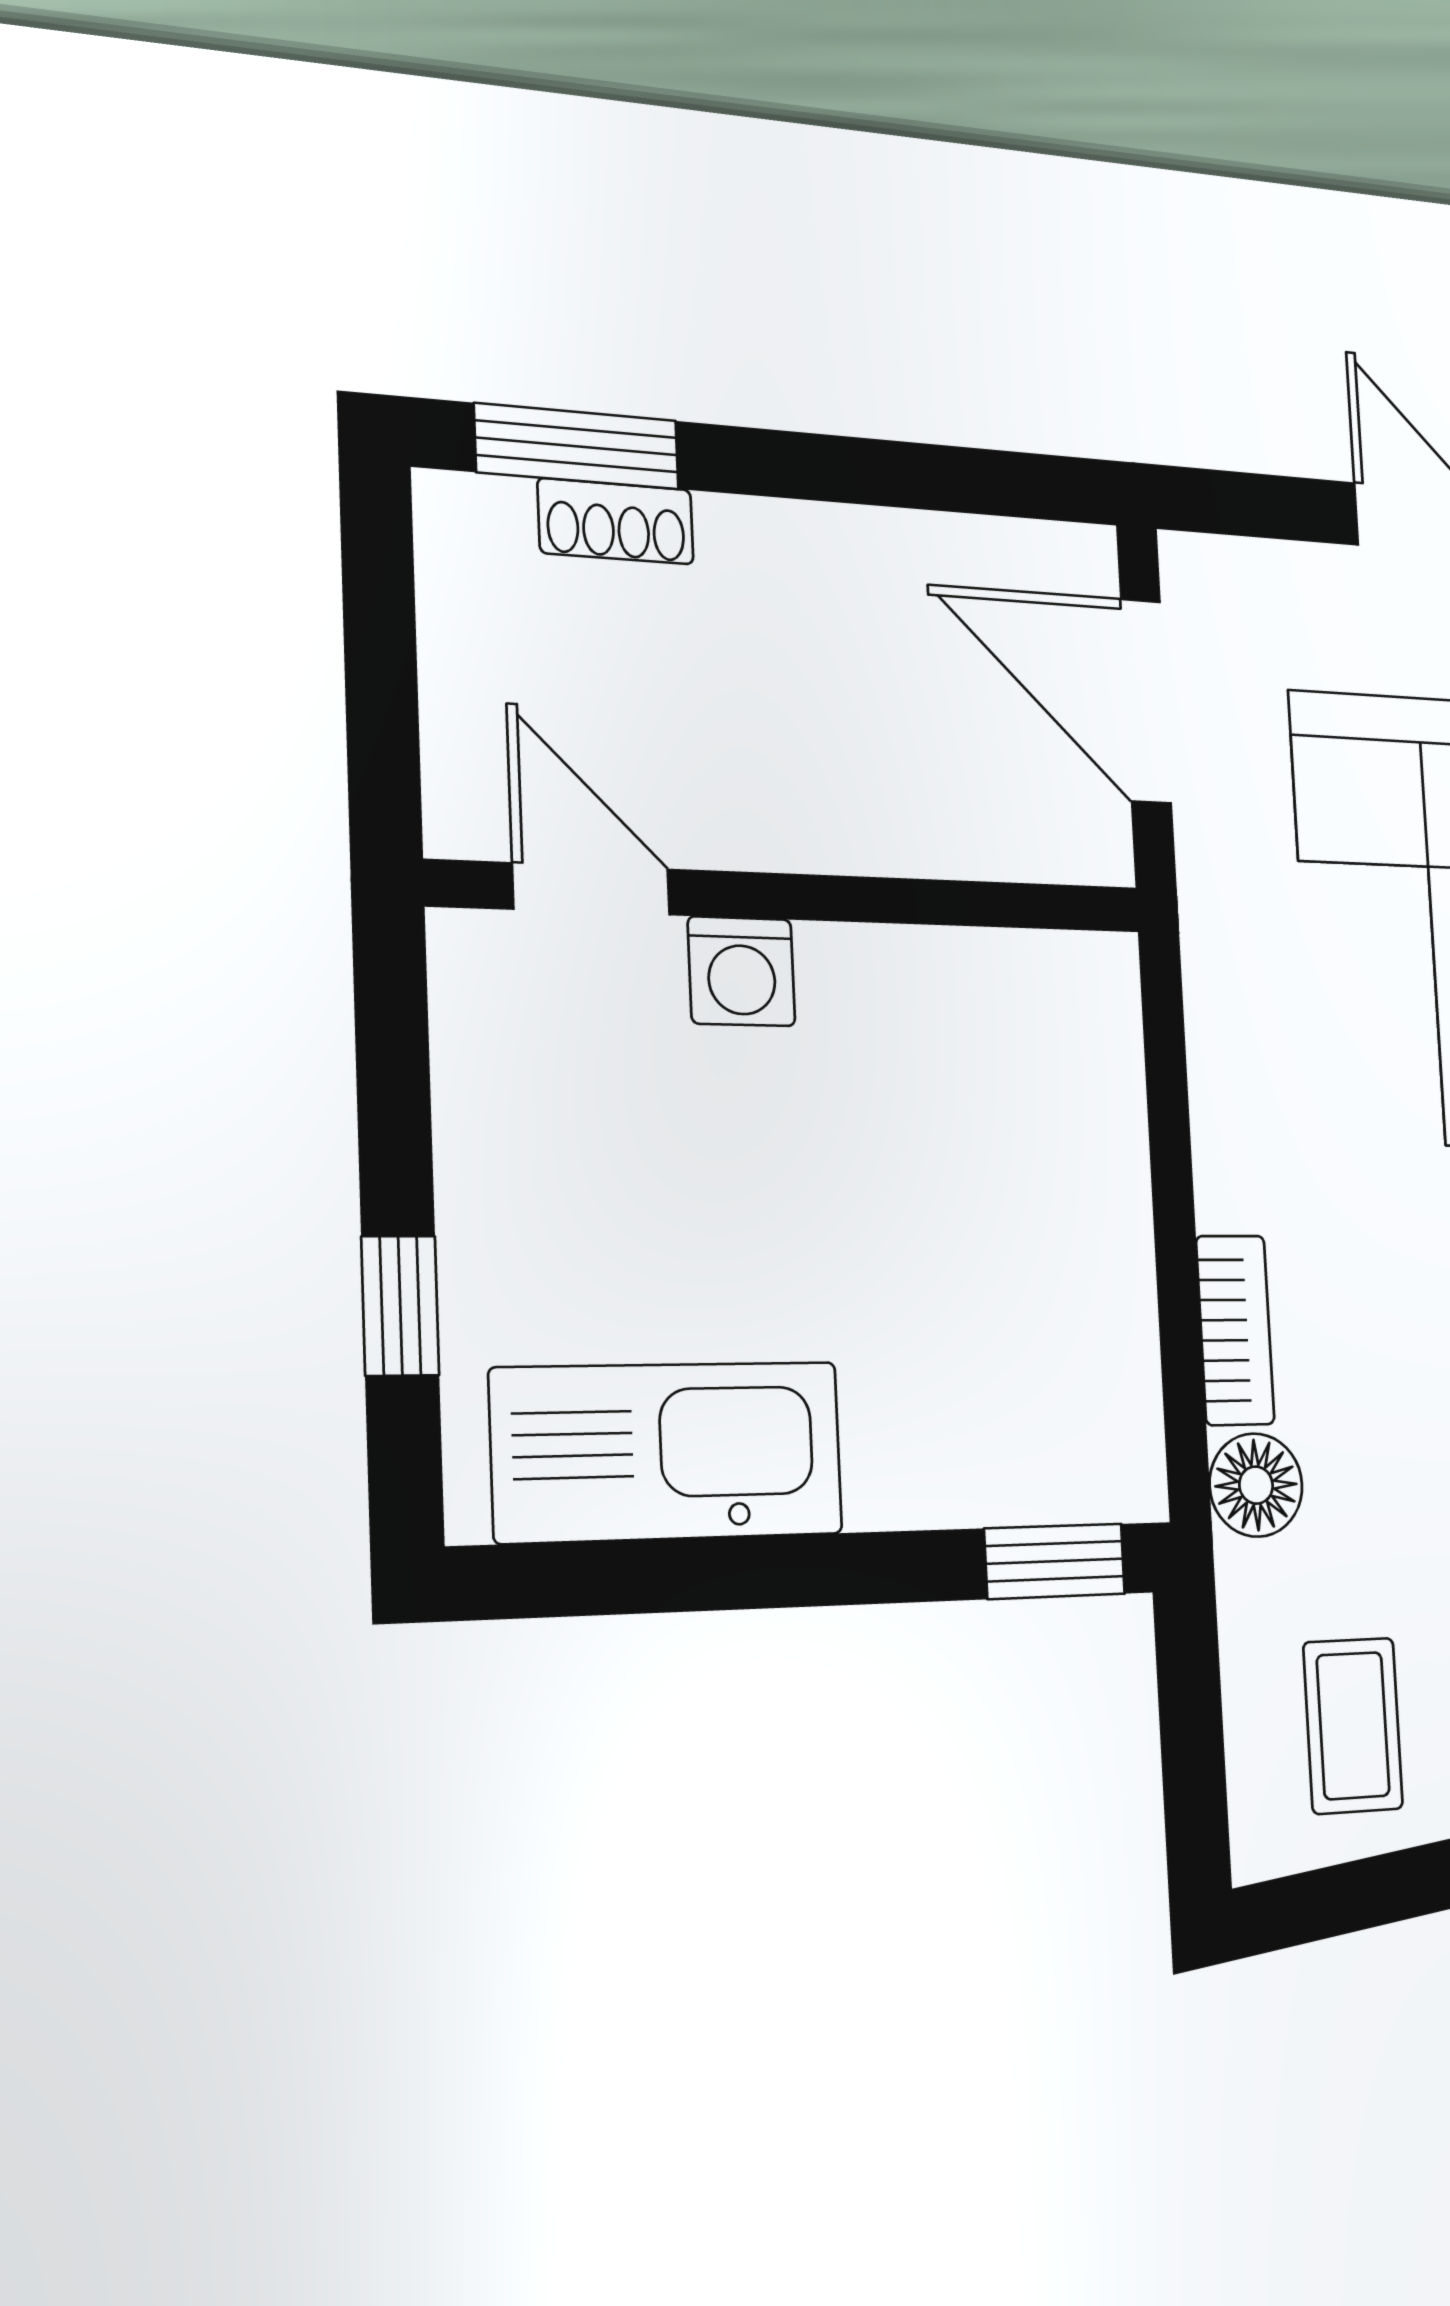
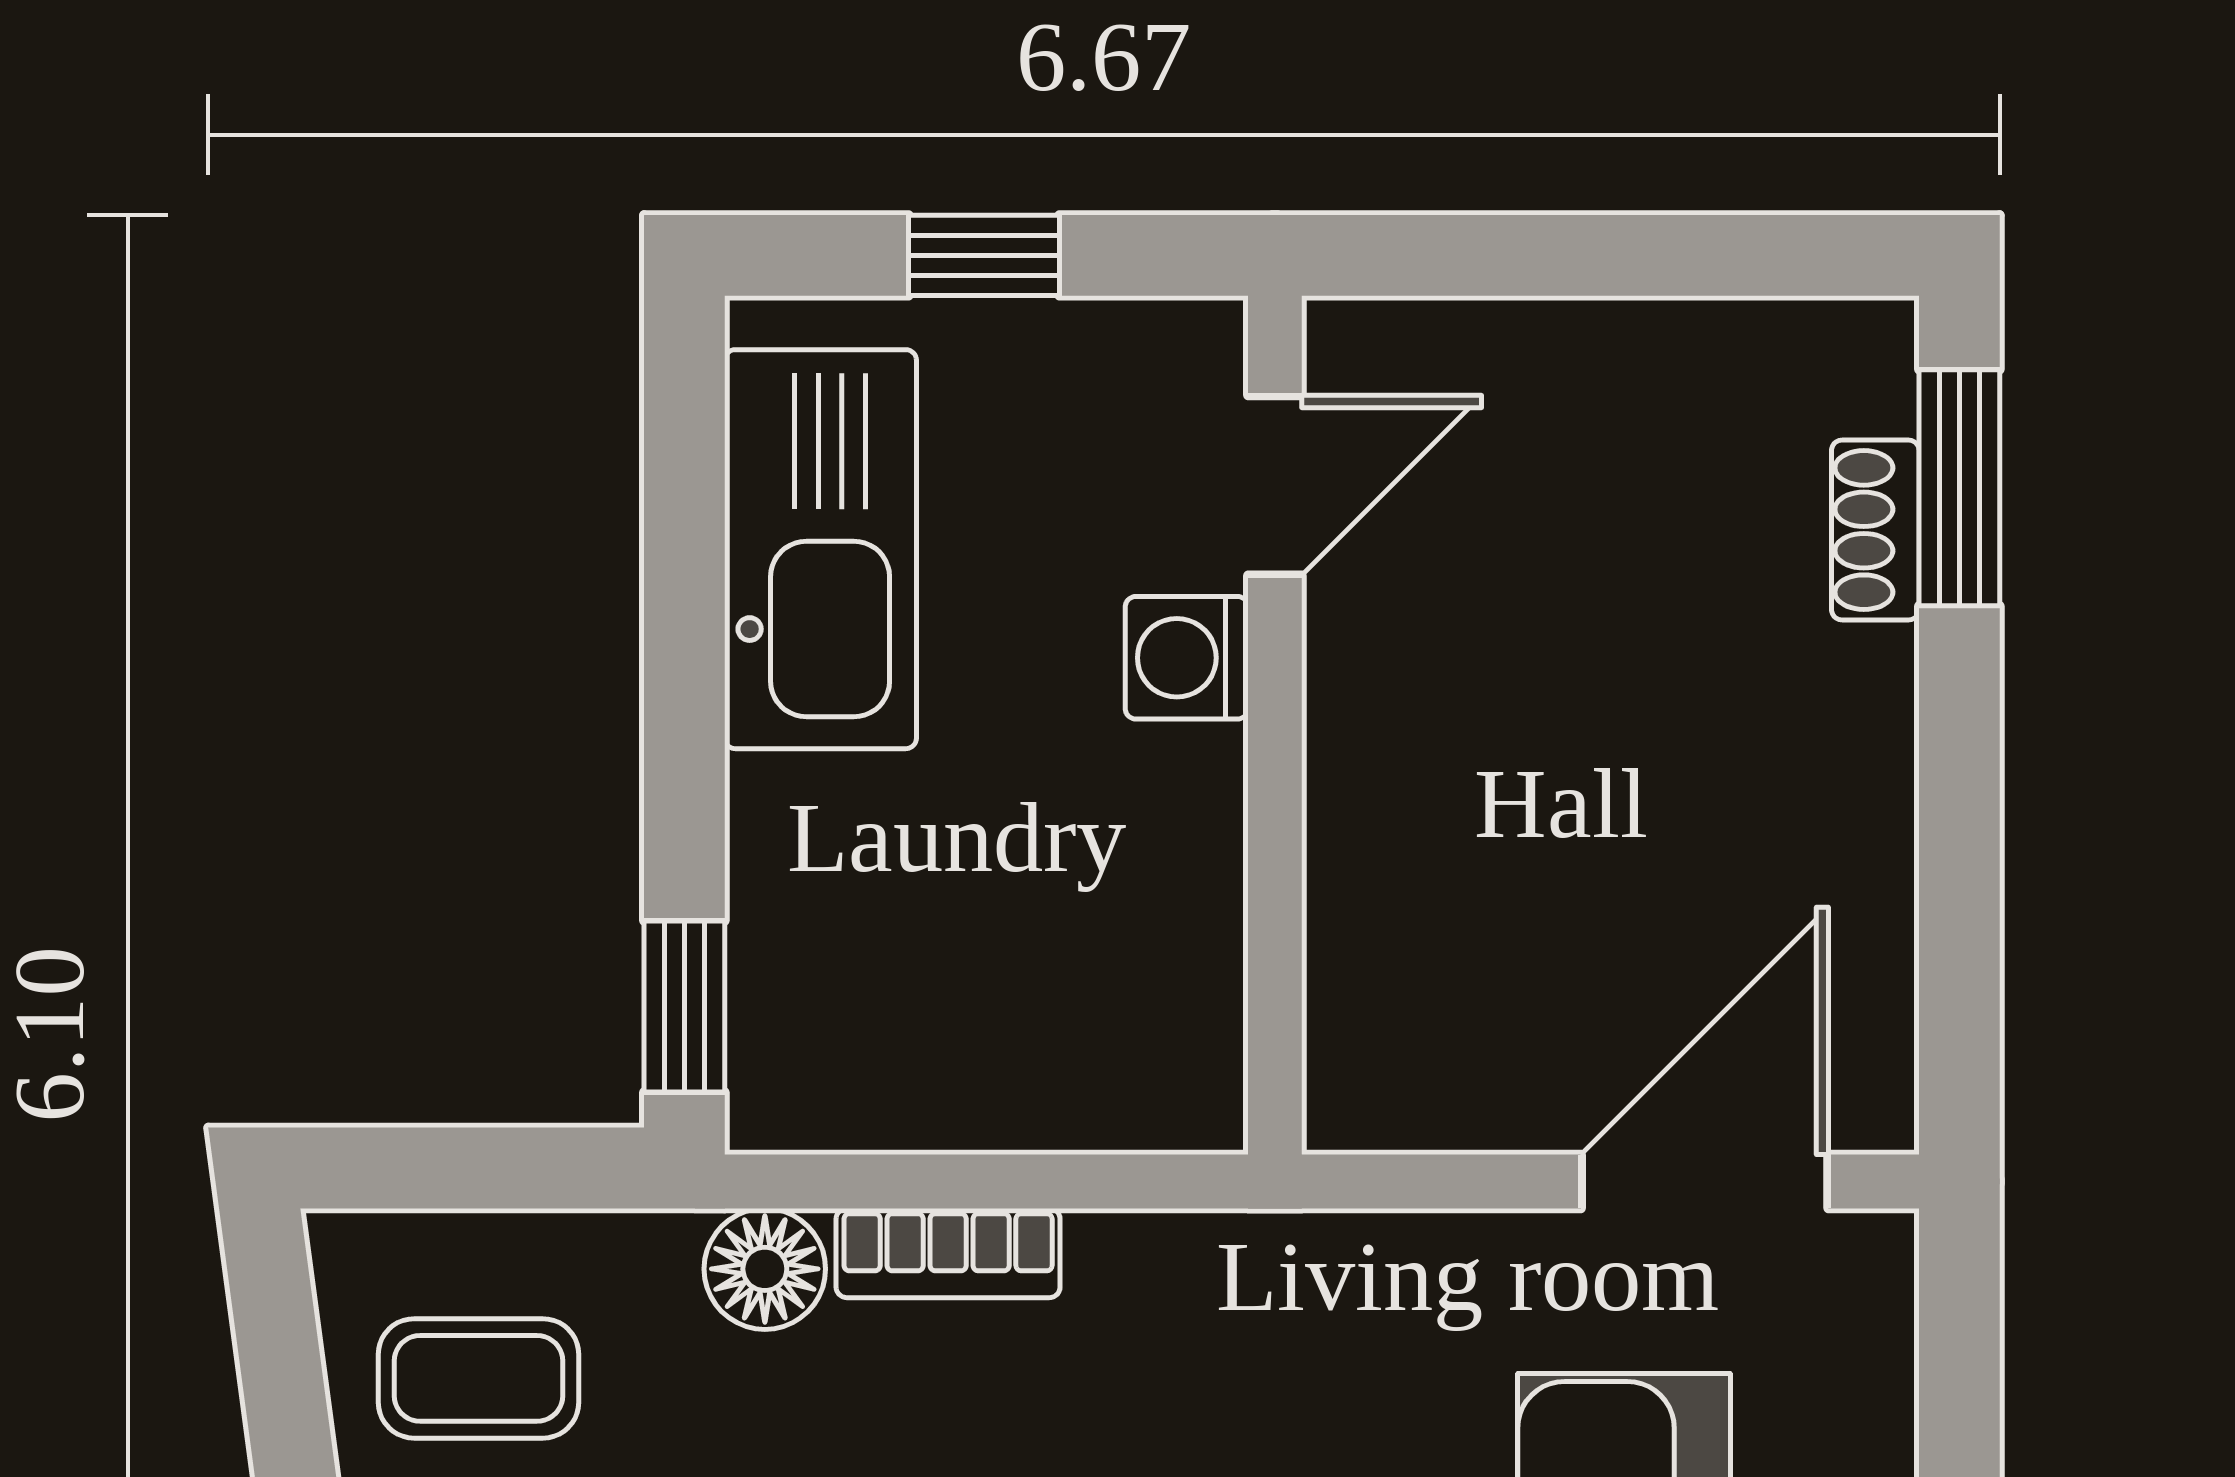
door: (591, 889) -> (1275, 485), moved
wall: (795, 897) -> (1275, 725), moved
washing machine: (741, 971) -> (1187, 658), moved

